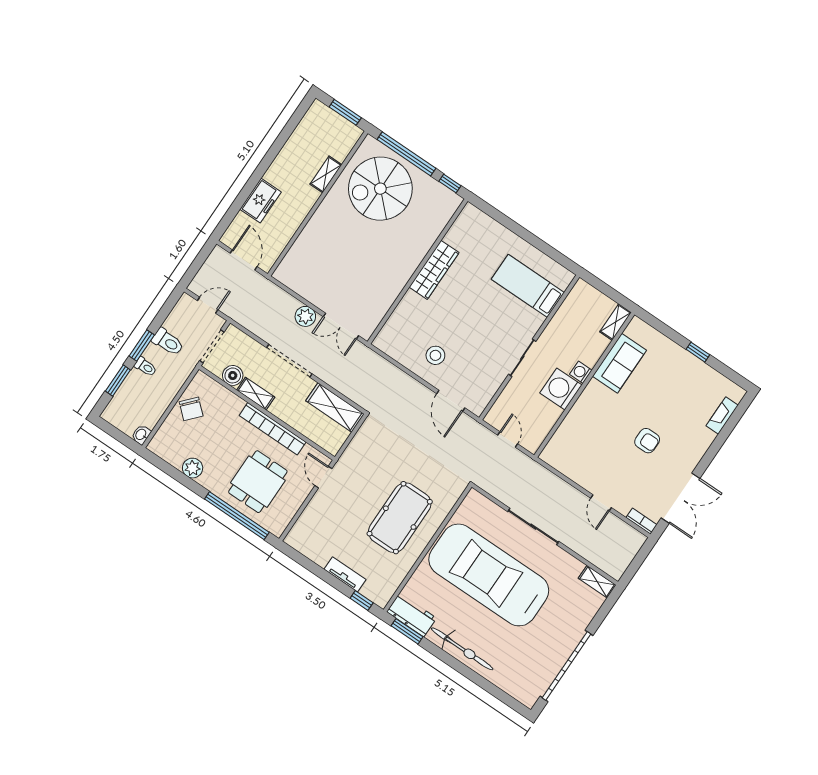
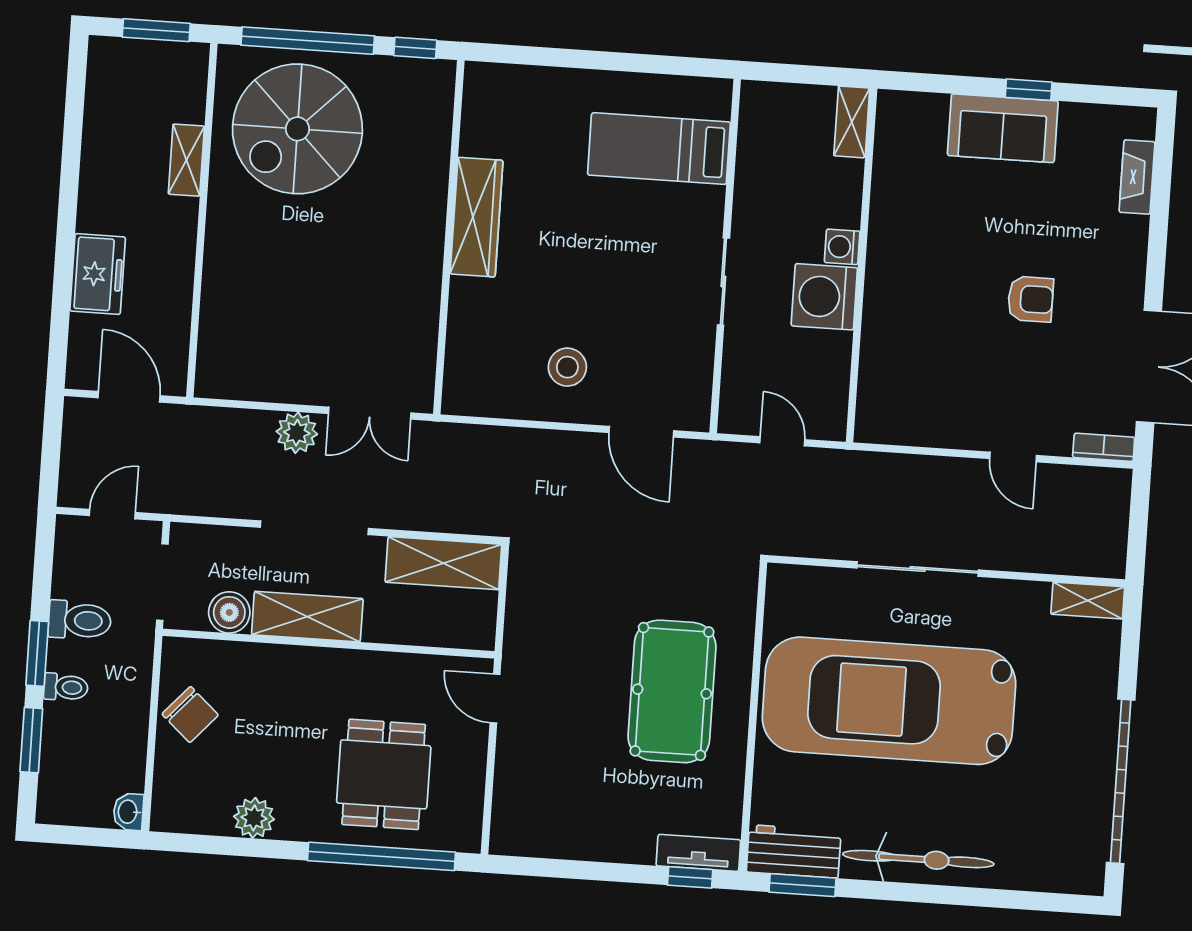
sofa: (619, 363) -> (1003, 128), moved, turned 90
shelving: (256, 394) -> (307, 617), width x1.50, depth x1.33
bookcase: (273, 429) -> (355, 665), removed
tv unit: (345, 574) -> (698, 853), moved

